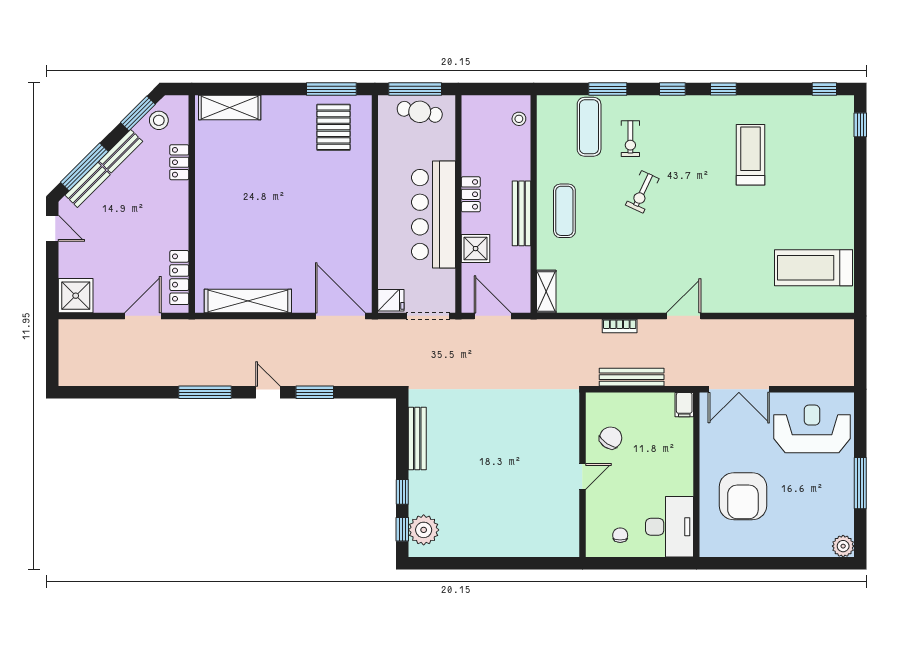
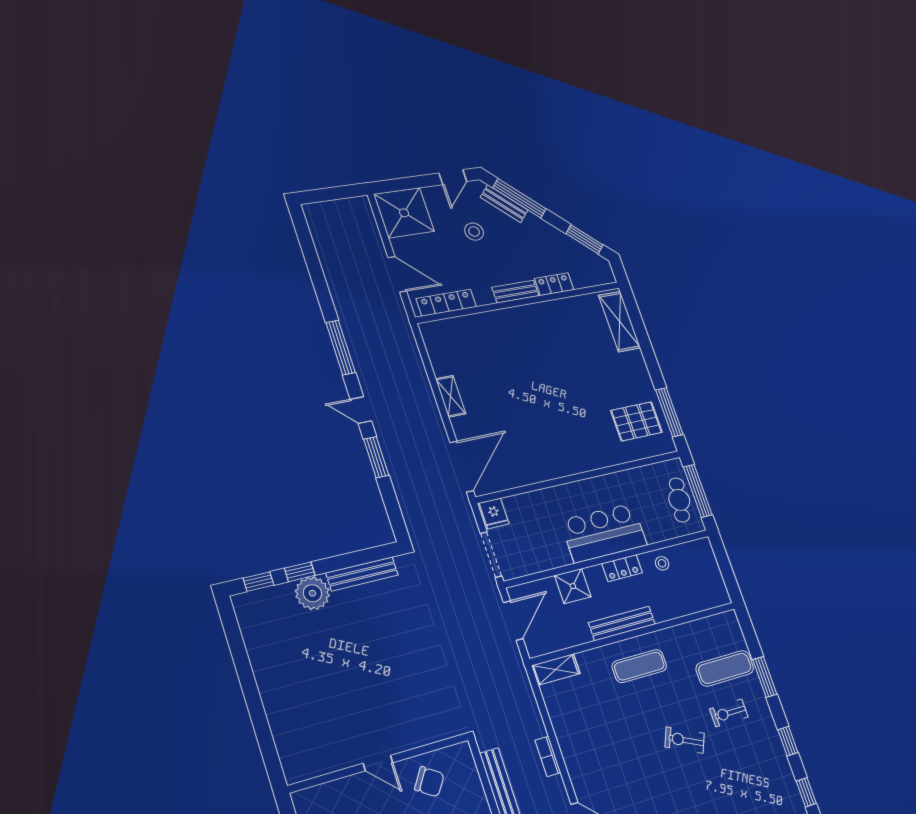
stool: (519, 119) -> (662, 563), moved
stool: (159, 120) -> (474, 232), moved
bench: (121, 151) -> (515, 292), moved, turned -45
bar counter: (433, 215) -> (604, 533), width x0.73
shower: (76, 296) -> (404, 213), width x1.37, depth x1.37
shelving: (248, 301) -> (451, 396), width x0.45, depth x0.75
door: (268, 392) -> (361, 410), swing flipped
plant: (424, 530) -> (312, 593), moved

